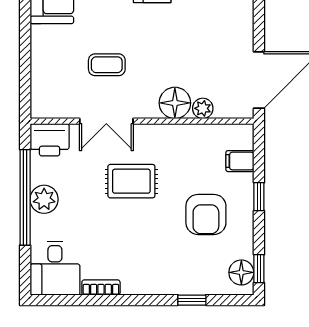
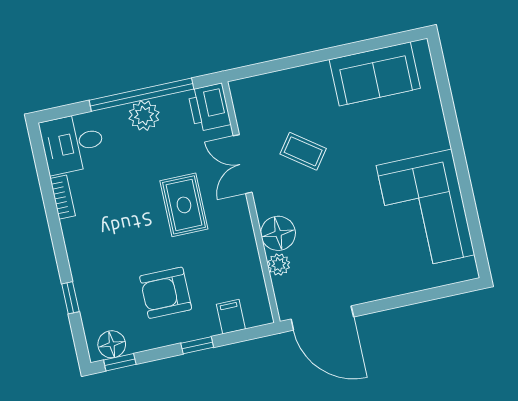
coffee table: (107, 65) -> (303, 151), turned -54

